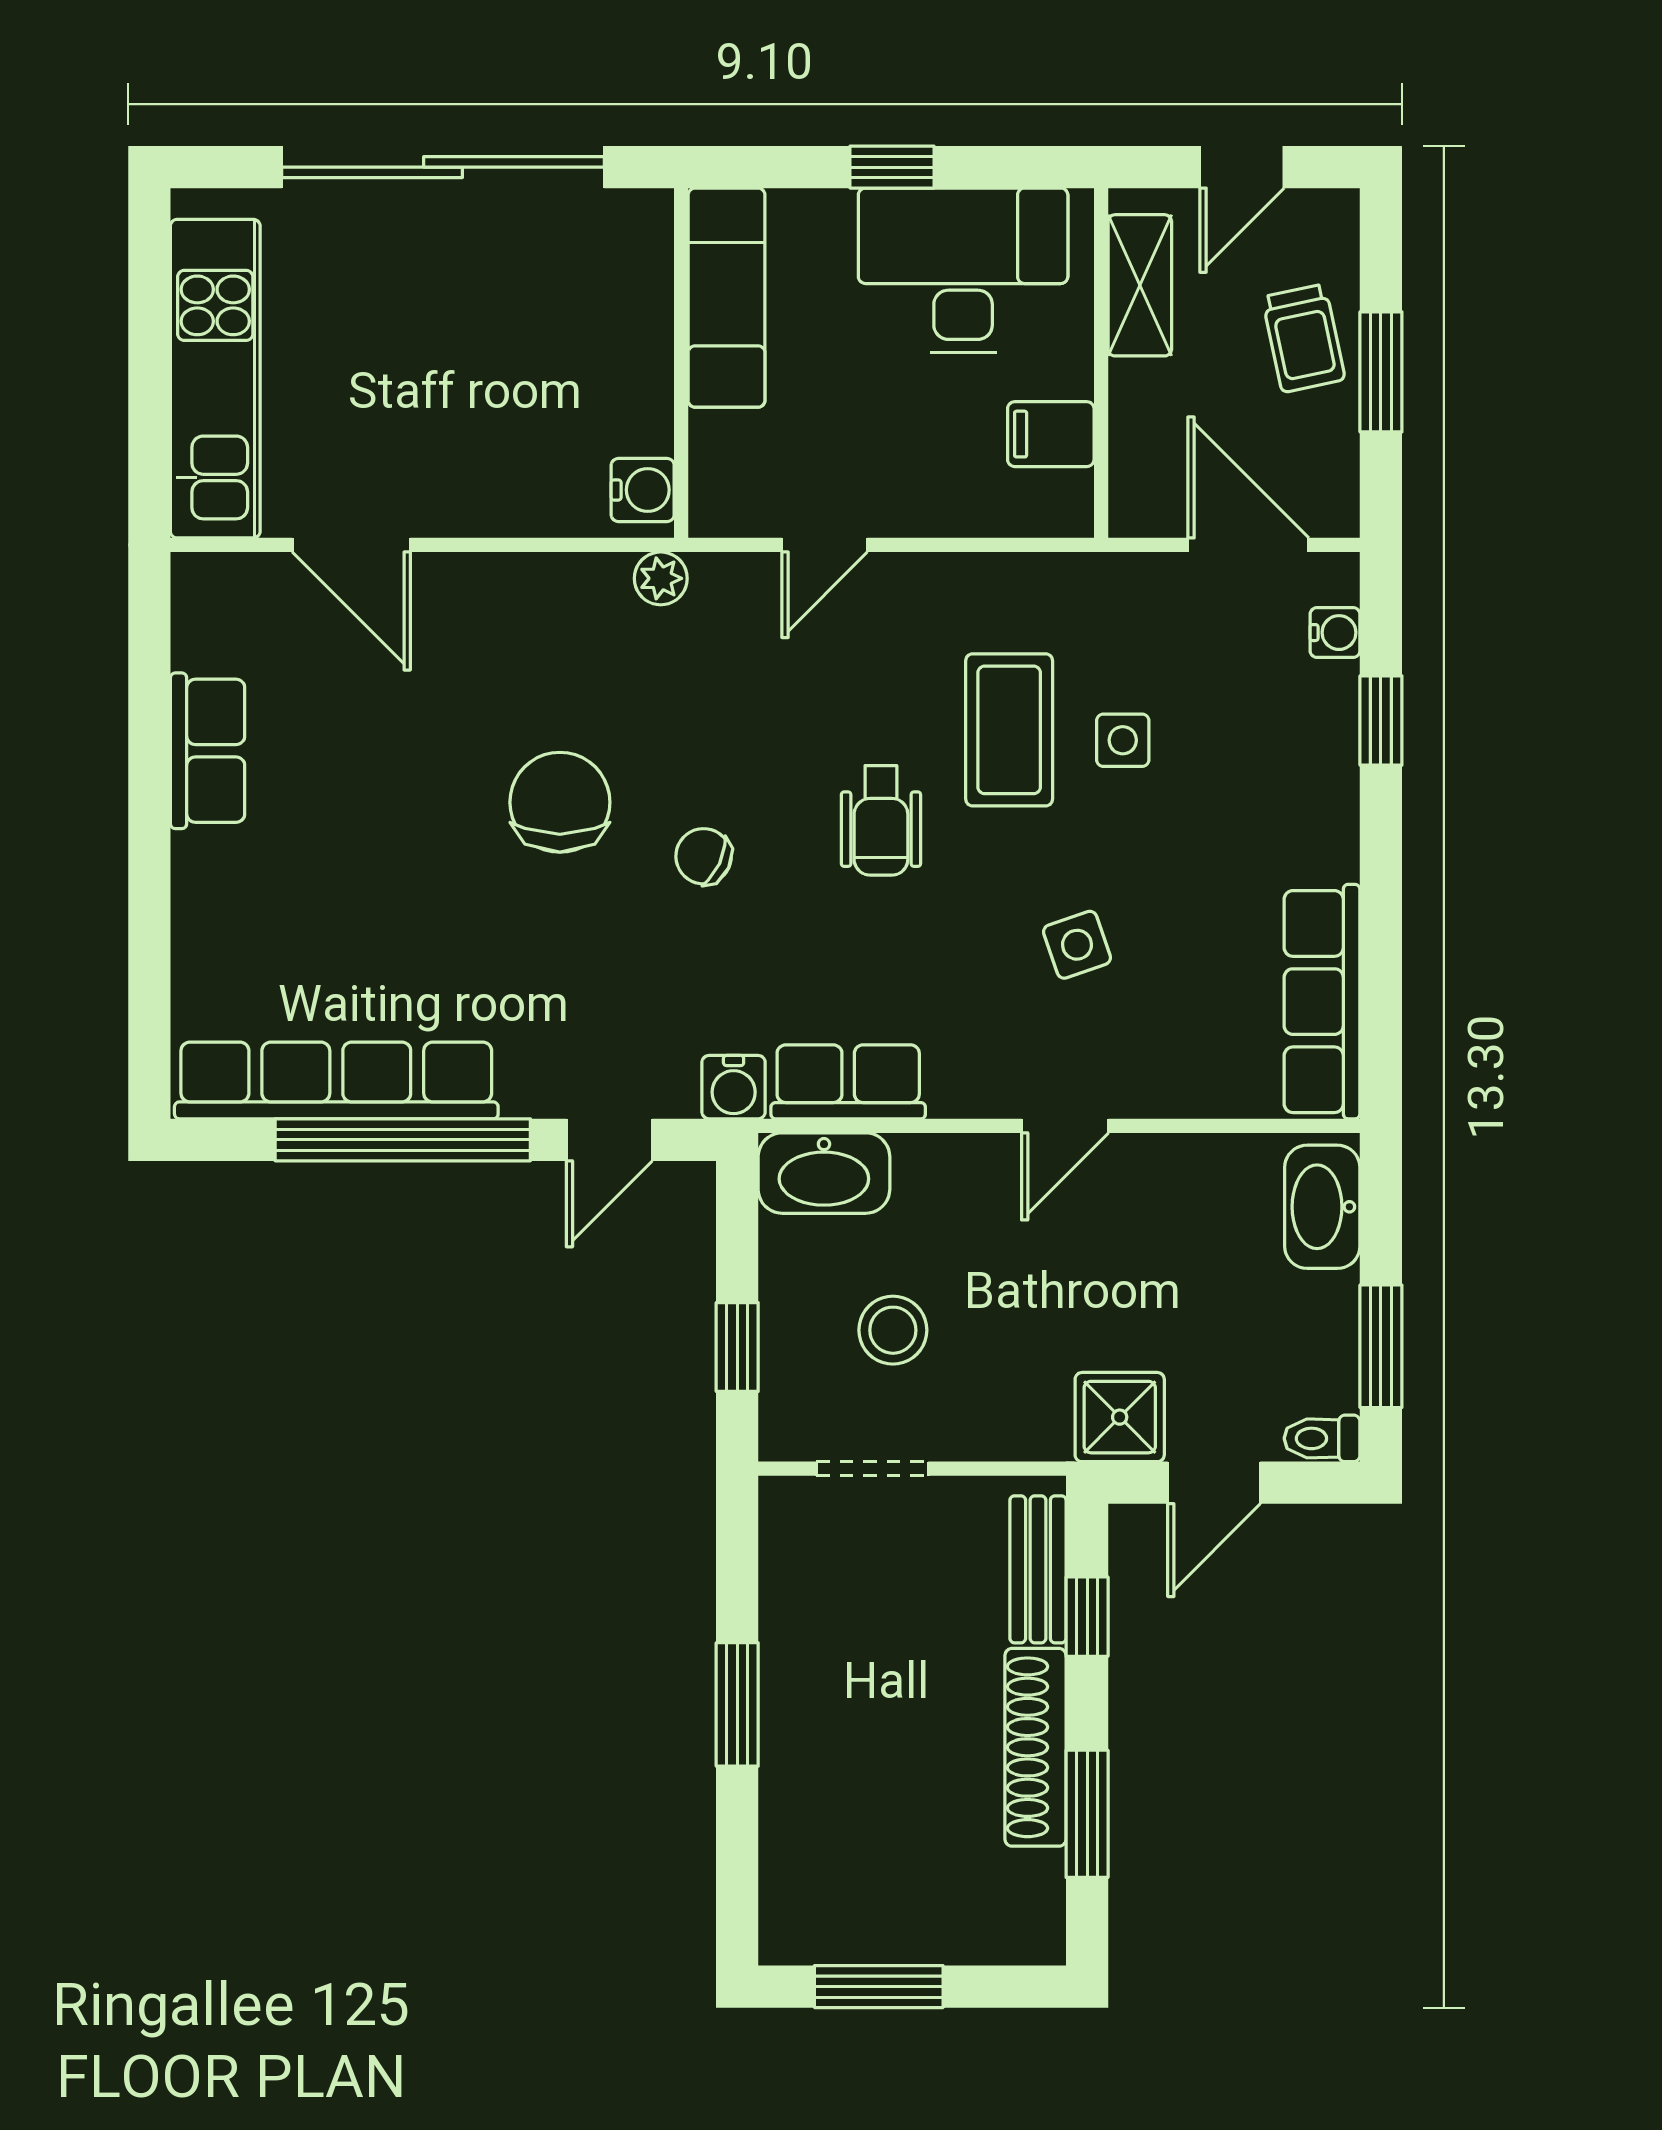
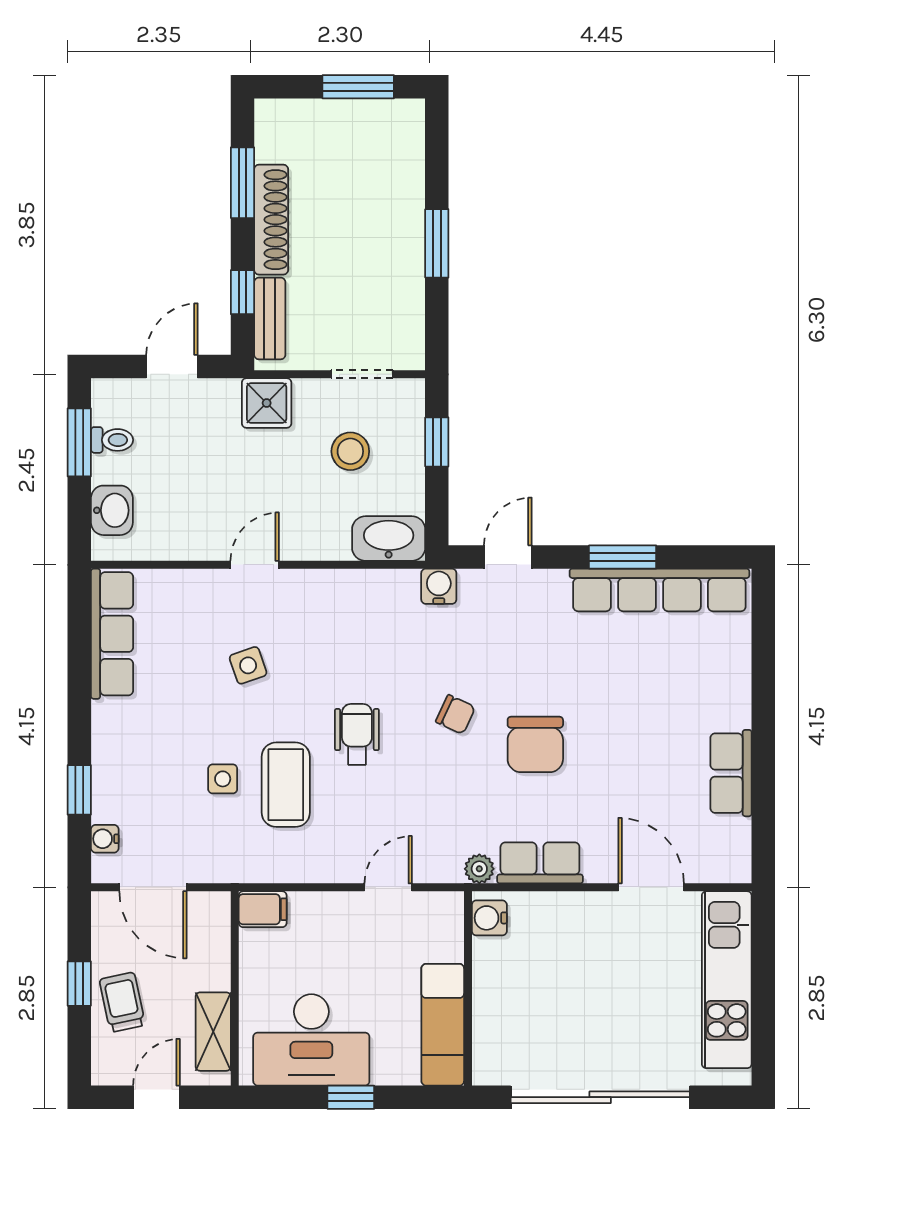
window: (1381, 372) -> (79, 984), width x0.67
filing cabinet: (1051, 434) -> (263, 909), moved
row of seats: (848, 1082) -> (540, 863), moved, turned 180
window: (403, 1140) -> (623, 557), width x0.47
washbasin: (1322, 1207) -> (112, 510), width x0.72
shower: (1120, 1417) -> (267, 403), moved
toilet: (1322, 1438) -> (112, 440), moved

